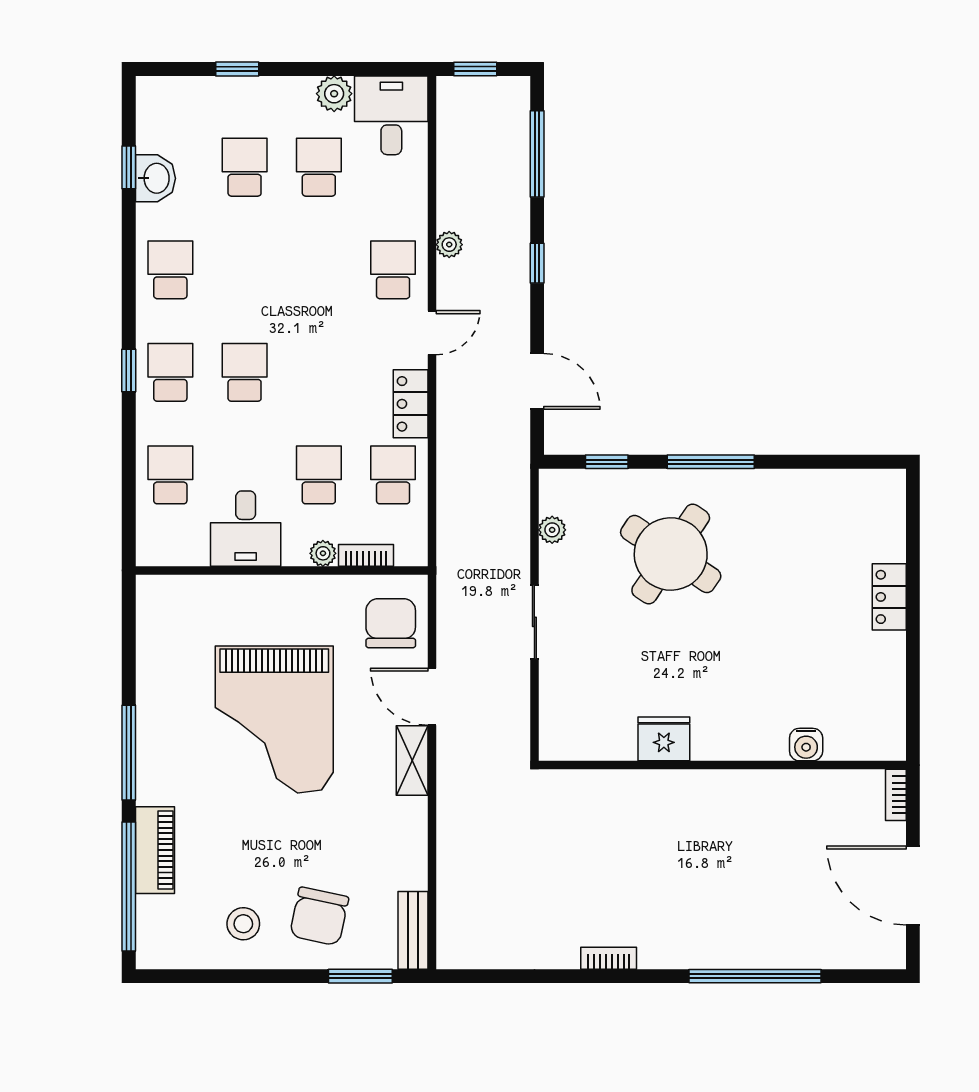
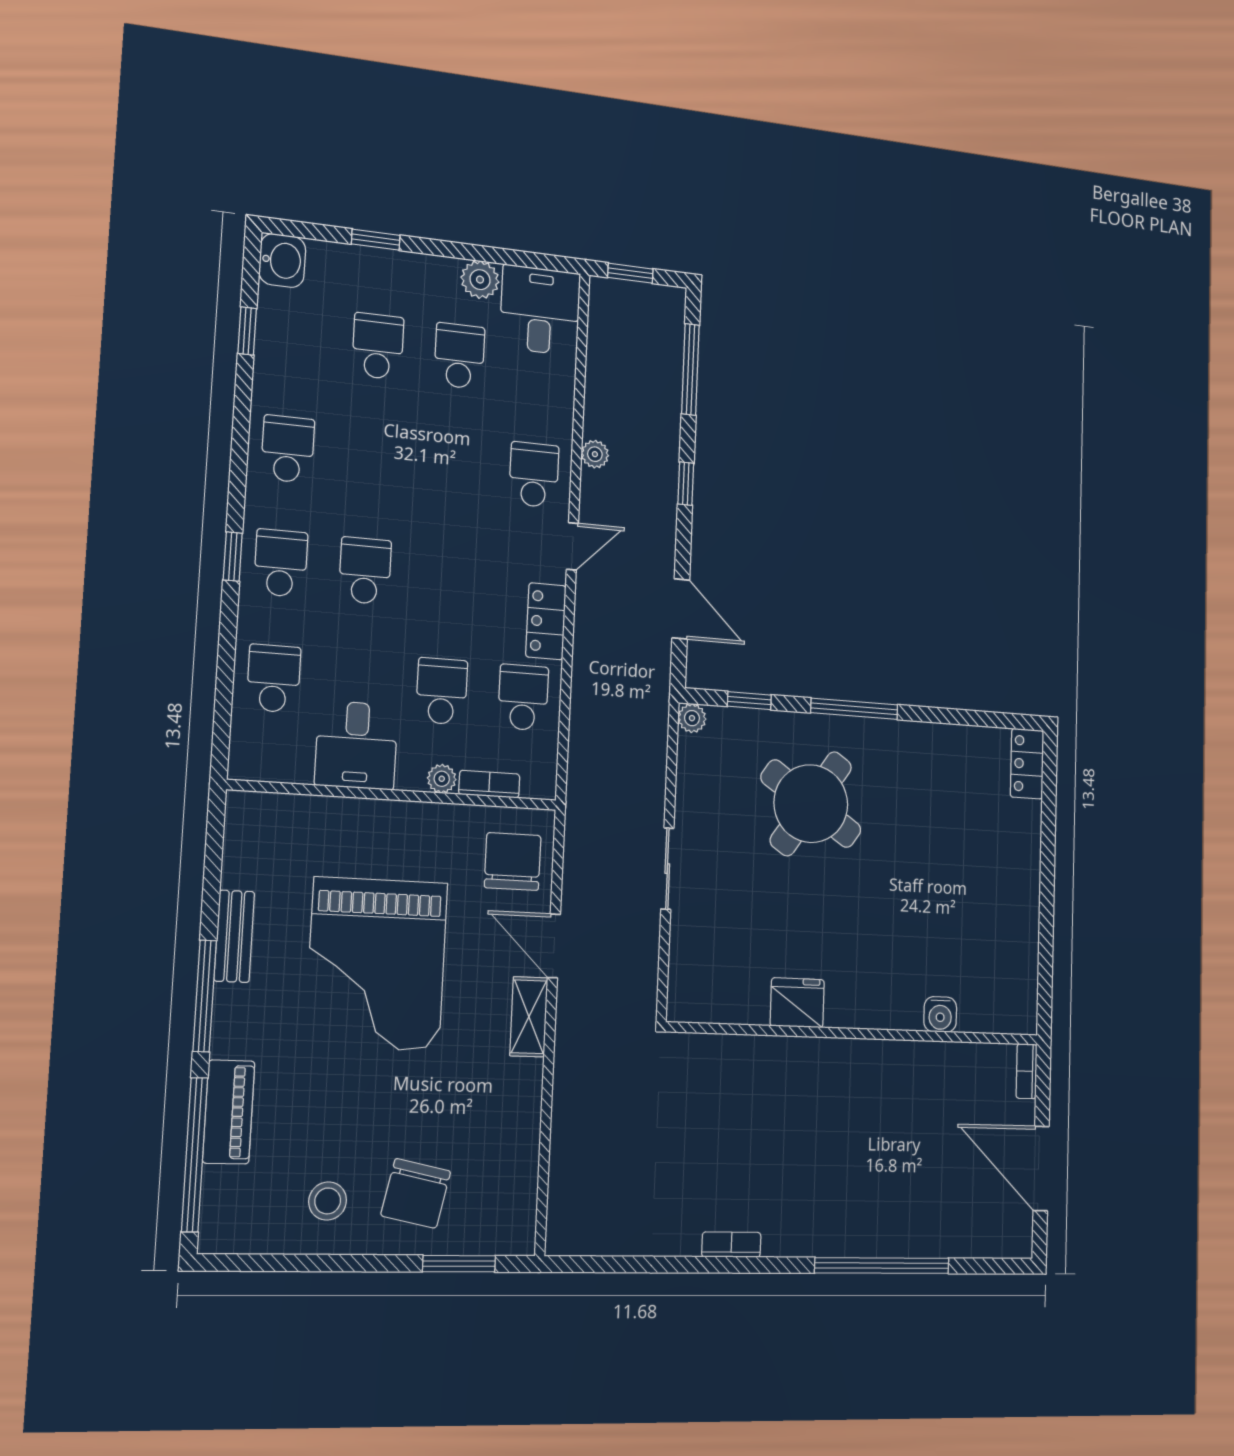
washbasin: (155, 178) -> (282, 260), moved
plant: (552, 530) -> (692, 718), moved
locker: (889, 597) -> (1027, 764), moved
bench: (413, 930) -> (234, 936), moved

